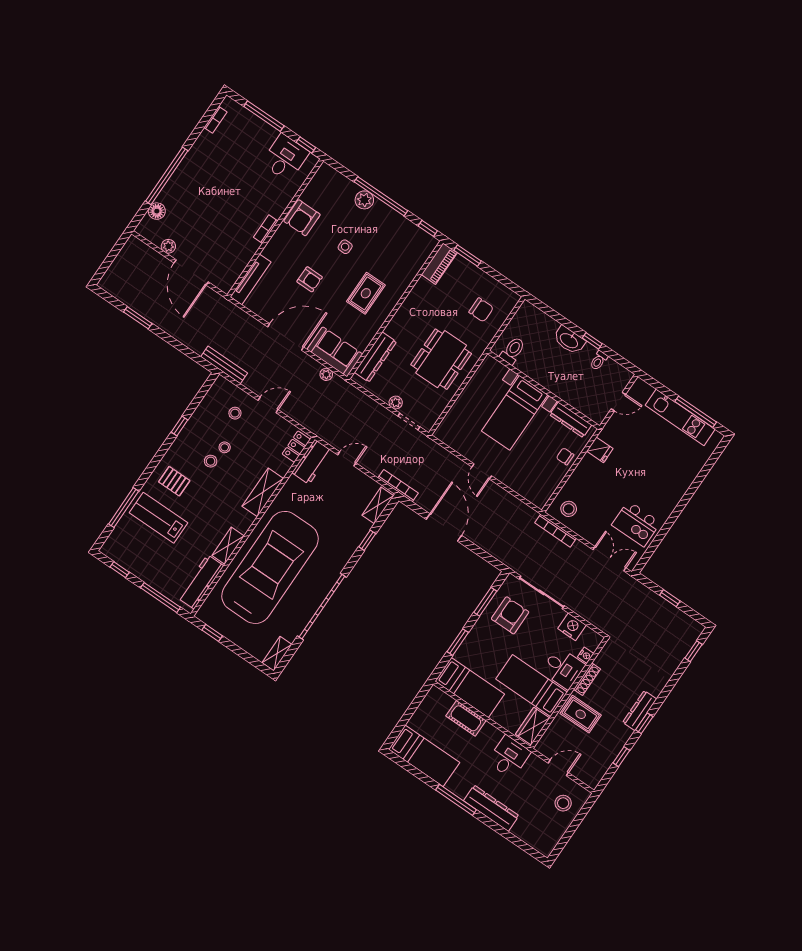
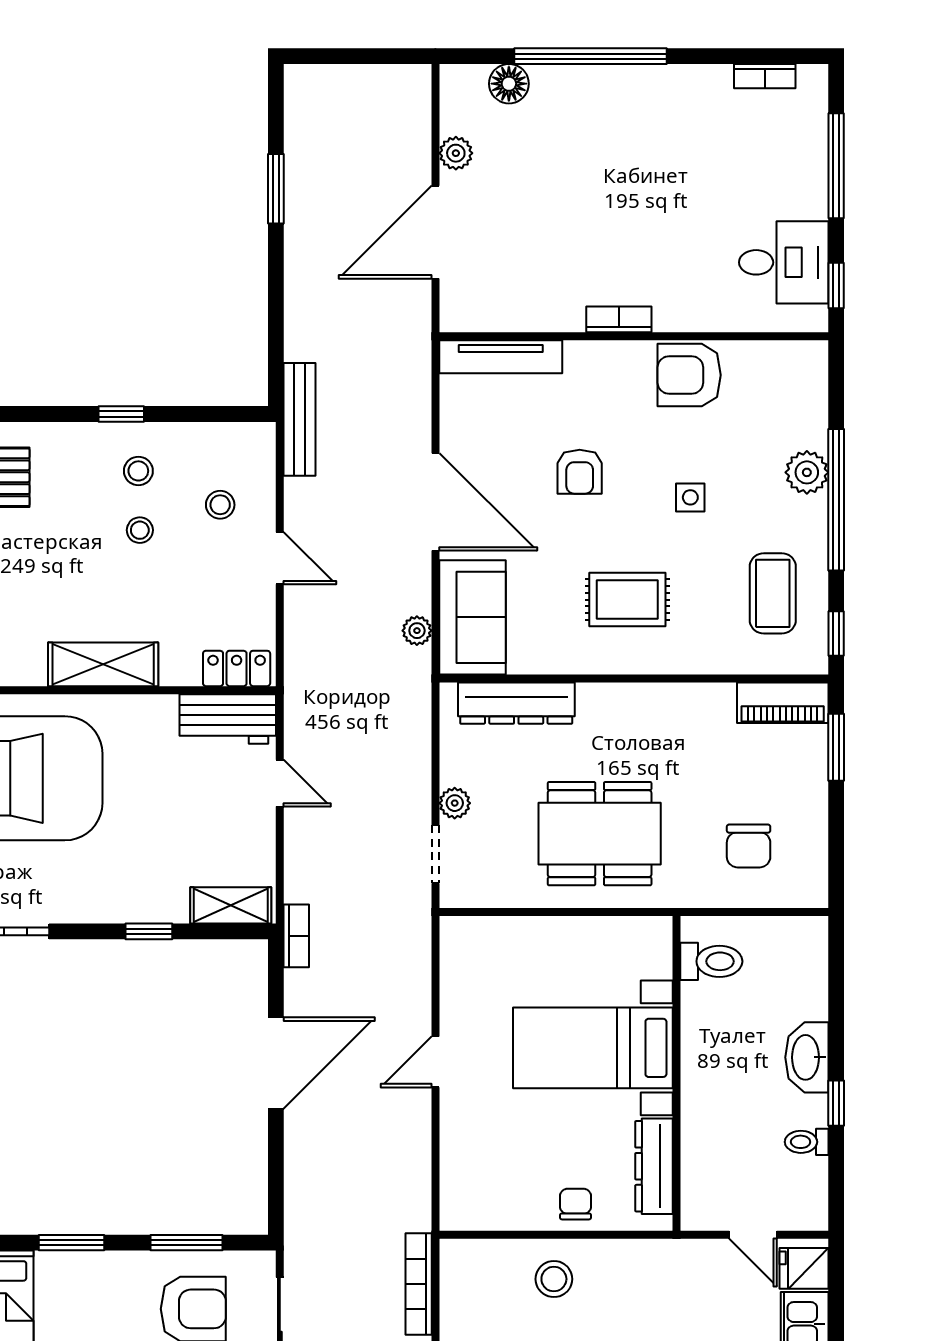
coffee table: (399, 241) -> (773, 593), added
fridge: (600, 450) -> (804, 1268), moved, turned 90
stool: (211, 461) -> (138, 471), moved
bookcase: (398, 486) -> (296, 936), width x0.64
stool: (569, 509) -> (554, 1279), moved

